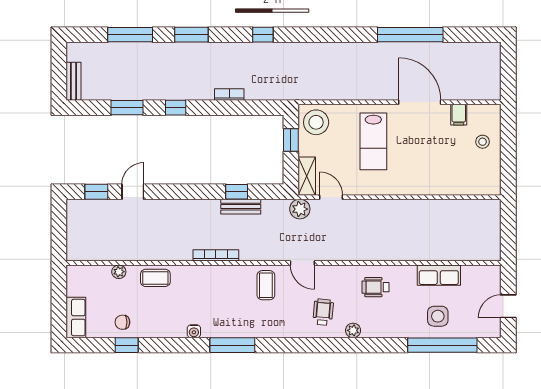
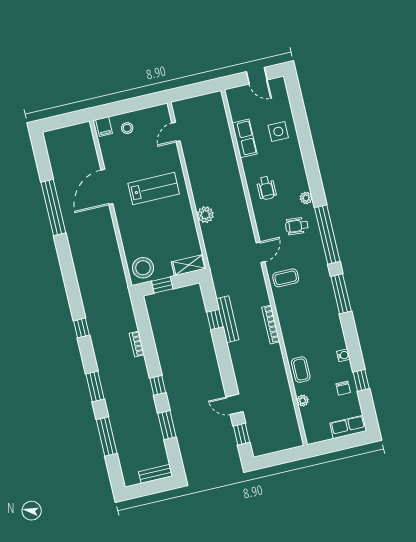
filing cabinet: (459, 115) -> (104, 127), moved, turned 90
lab bench: (373, 141) -> (154, 189), moved
door: (331, 197) -> (176, 132), moved
bench: (241, 207) -> (228, 319), width x1.36
plant: (300, 209) -> (205, 215), moved
water cooler: (194, 331) -> (343, 355), moved
window: (442, 345) -> (327, 235), moved

